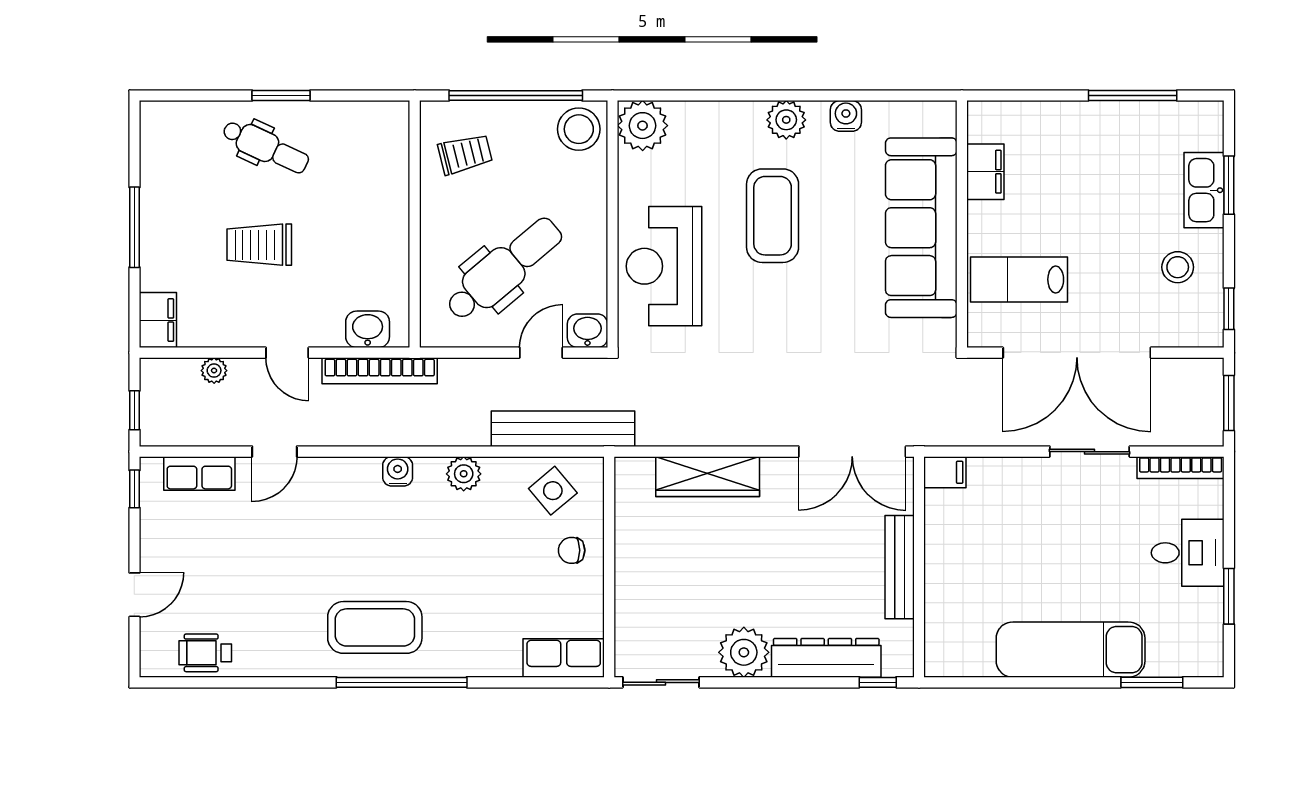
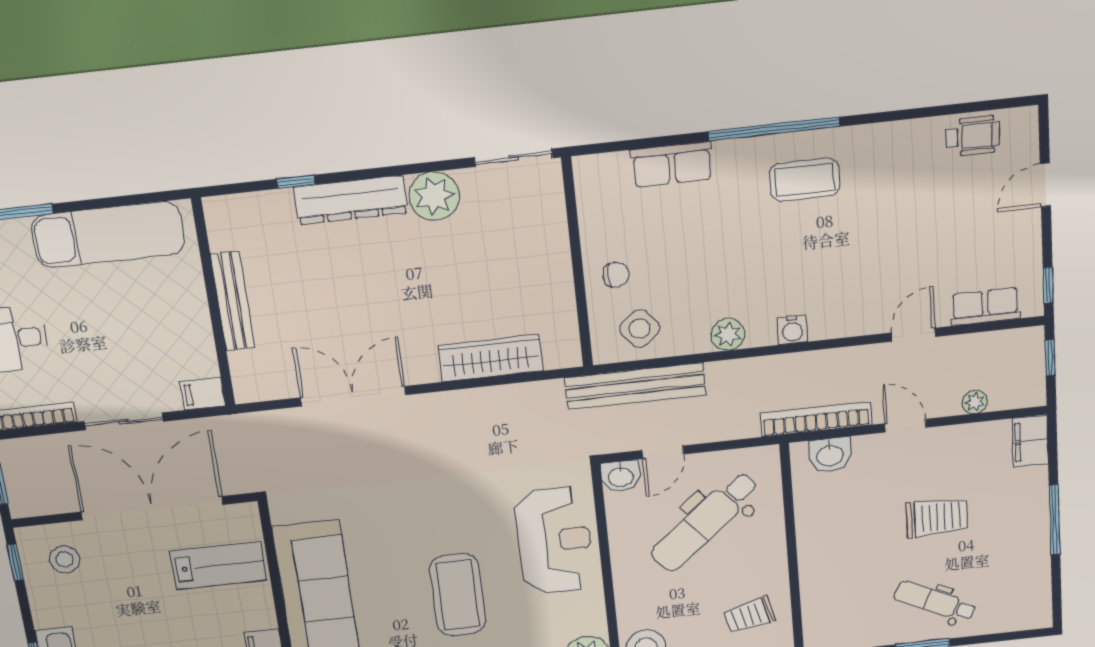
stool: (1178, 267) -> (64, 559), moved
filing cabinet: (945, 472) -> (203, 394), moved
bench: (900, 567) -> (232, 301), moved
wall: (919, 567) -> (213, 303), moved
coffee table: (375, 627) -> (805, 180), width x0.73, depth x0.76
row of seats: (564, 658) -> (672, 164), moved

